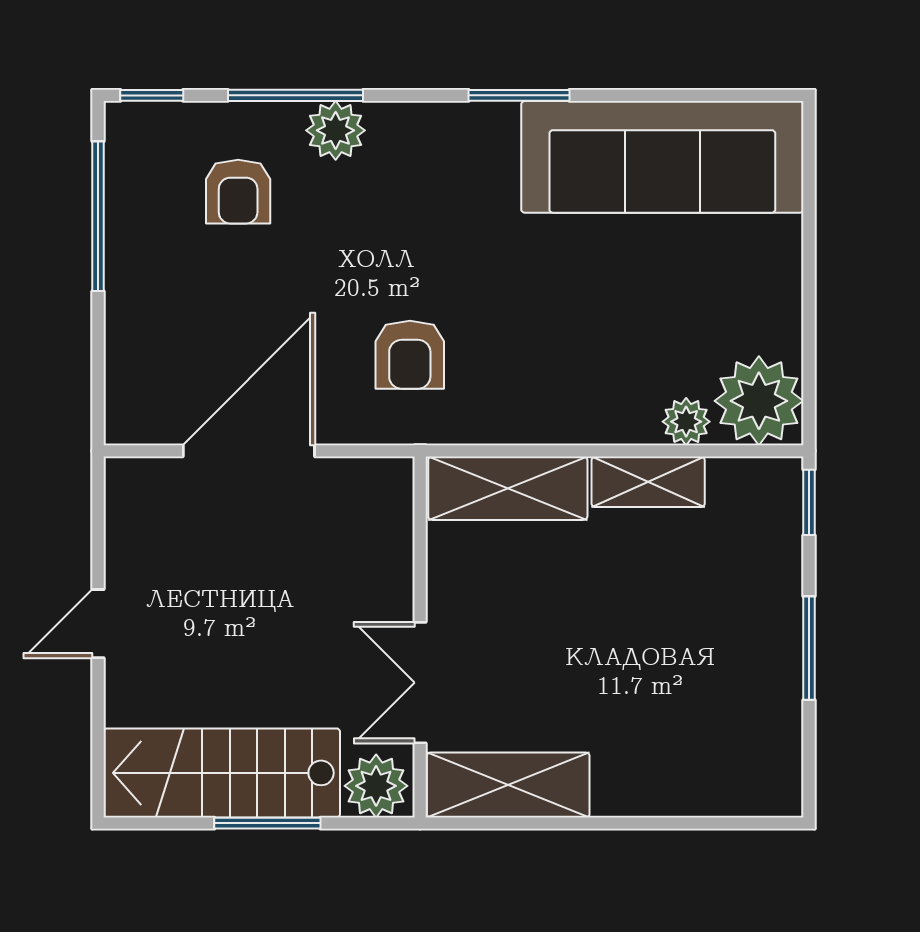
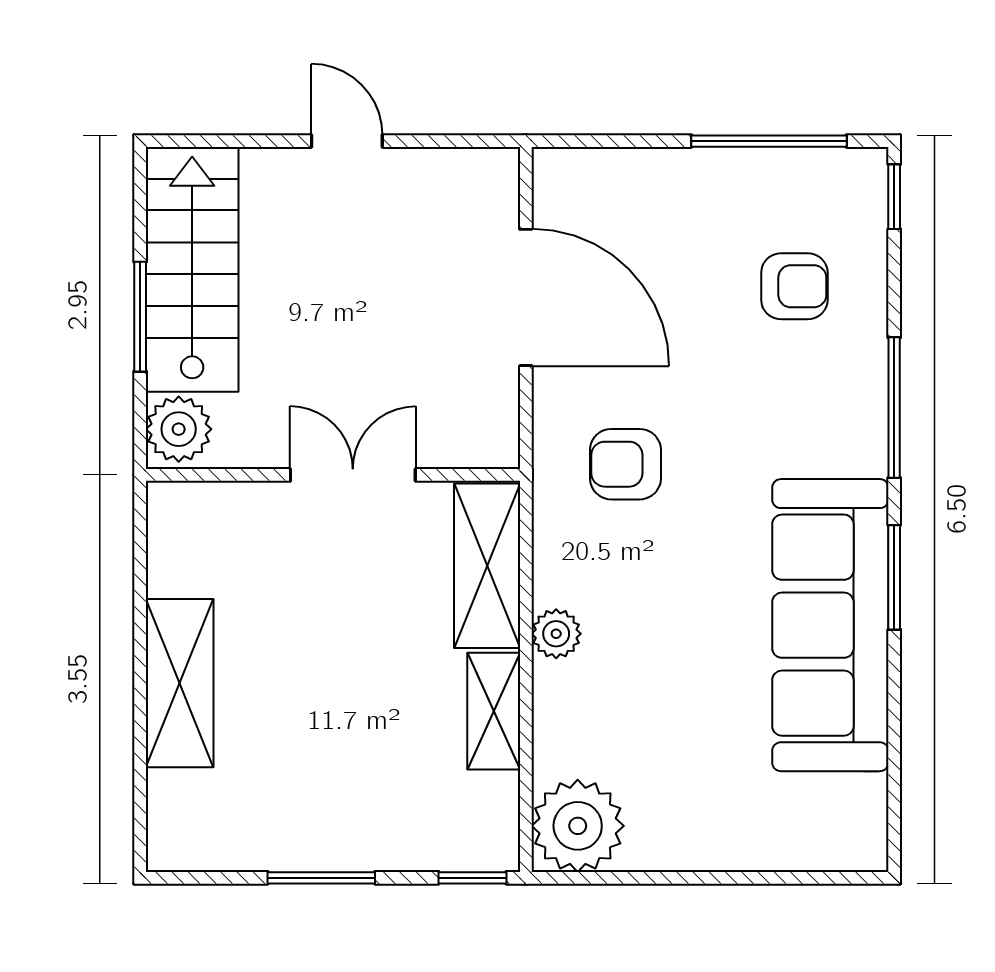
window: (296, 95) -> (894, 408), moved
plant: (336, 130) -> (858, 387), removed
sofa: (662, 157) -> (830, 625), moved
armchair: (238, 192) -> (794, 286), turned 180
plant: (686, 422) -> (556, 634), moved
double door: (420, 683) -> (353, 475), moved
shelving: (508, 785) -> (180, 683), moved

